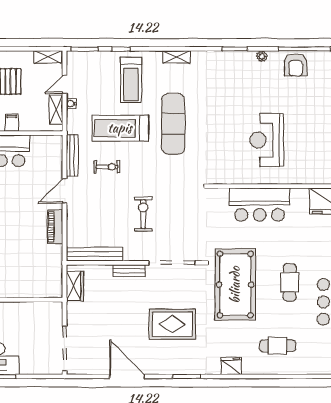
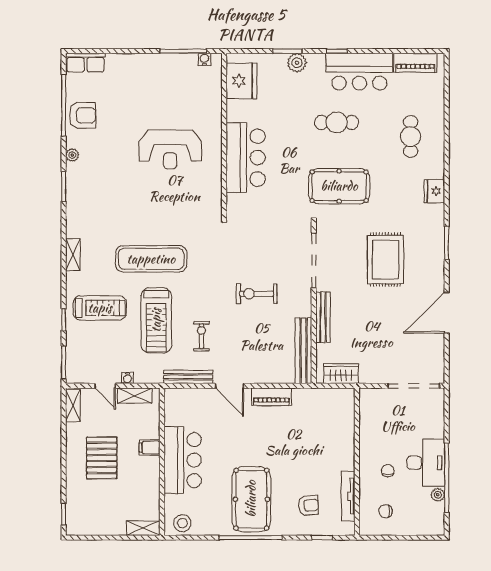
bench: (129, 271) -> (323, 317), width x1.36
pool table: (235, 285) -> (339, 186), width x0.73, depth x0.76

